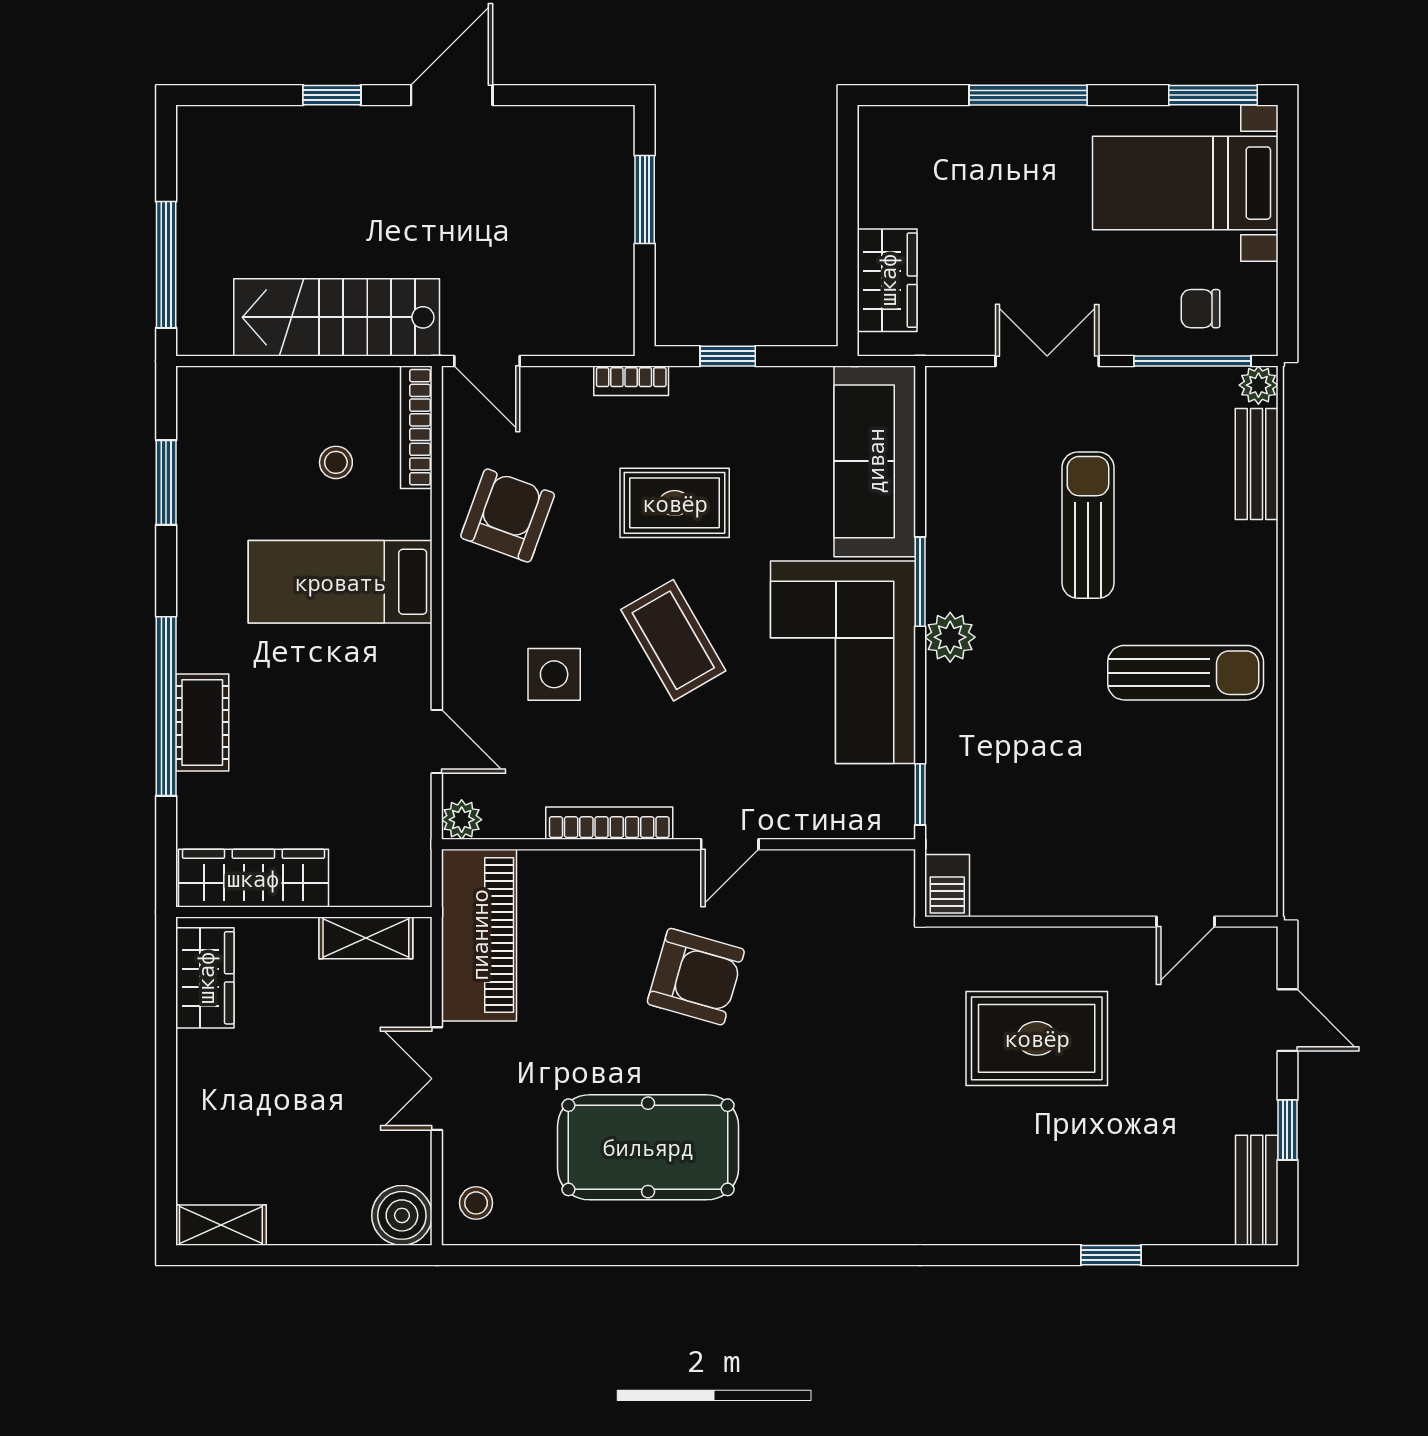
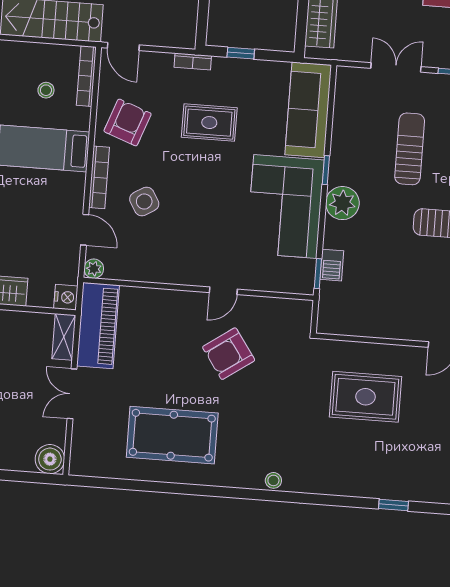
window: (920, 582) -> (326, 170), width x0.67
plant: (950, 637) -> (342, 203), width x1.36, depth x1.36
coffee table: (673, 640) -> (204, 189), removed
side table: (554, 674) -> (144, 202), turned -31
bookcase: (609, 823) -> (99, 177), moved, turned 90
nightstand: (409, 882) -> (66, 297), added
barbecue: (947, 886) -> (332, 265), moved
shelving: (366, 938) -> (64, 337), moved, turned 90
armchair: (696, 977) -> (229, 354), moved, turned 129
stool: (476, 1203) -> (273, 480), moved

